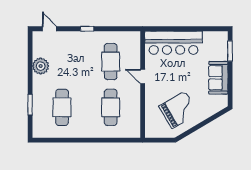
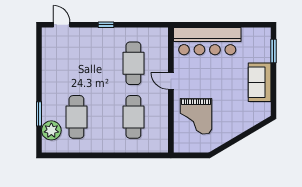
plant: (41, 66) -> (51, 130), moved
grand piano: (178, 110) -> (196, 116), moved, turned 120

